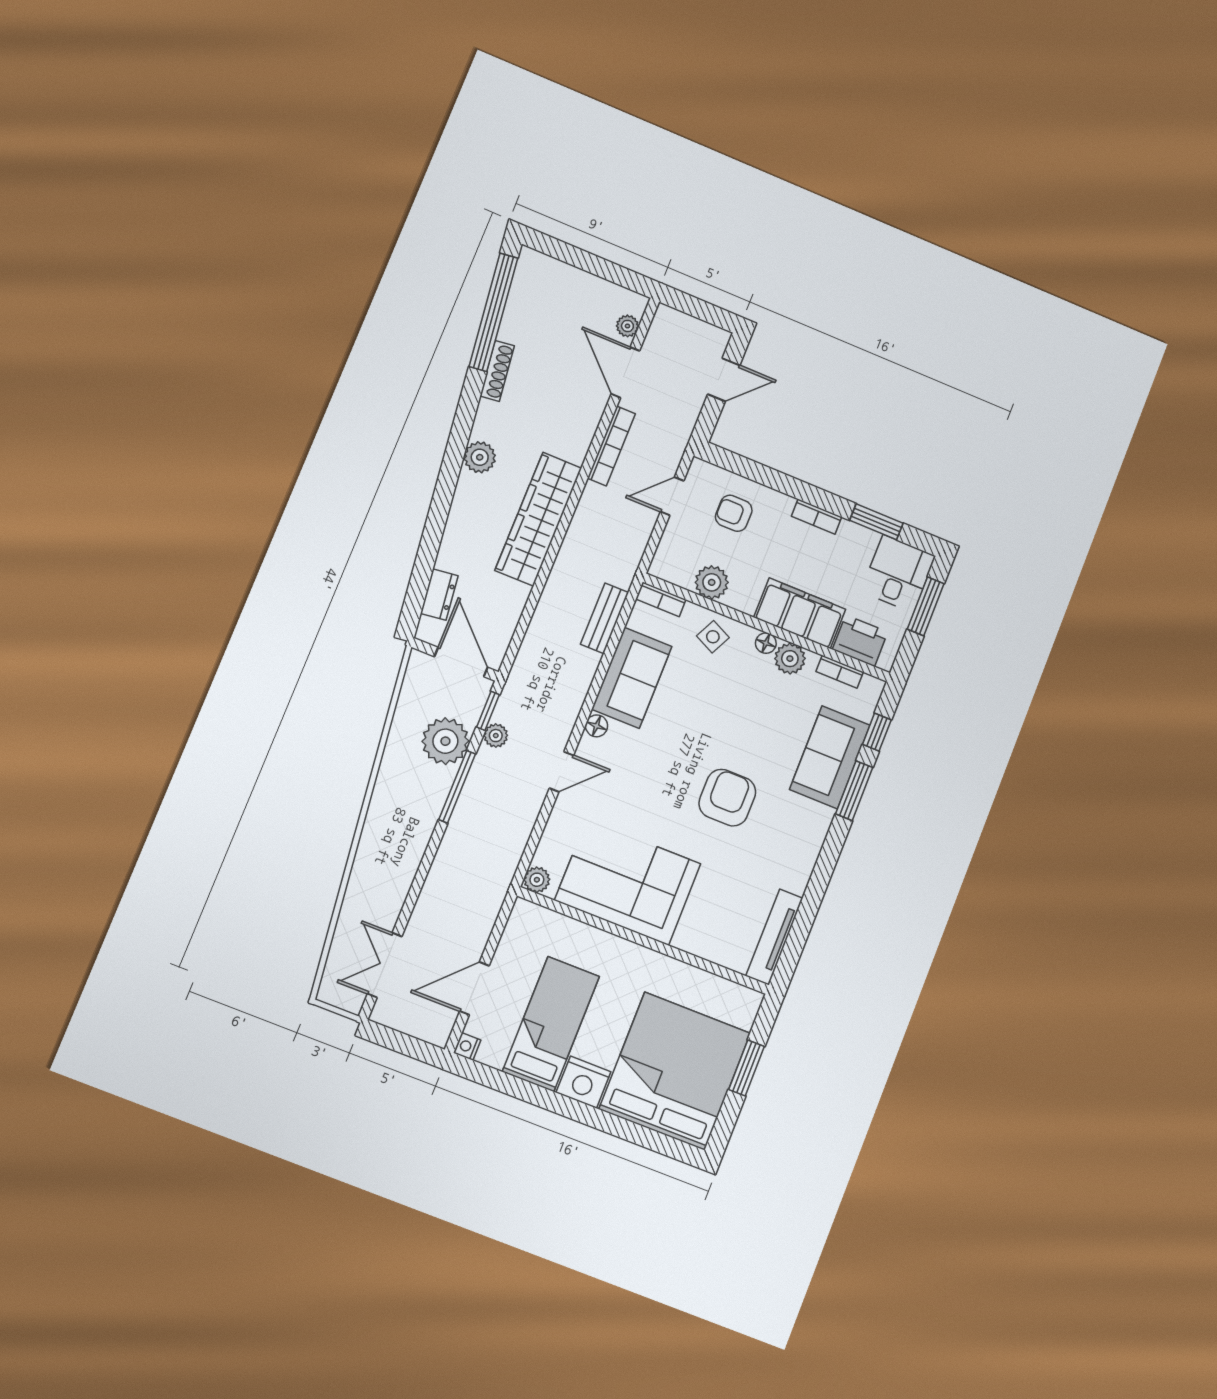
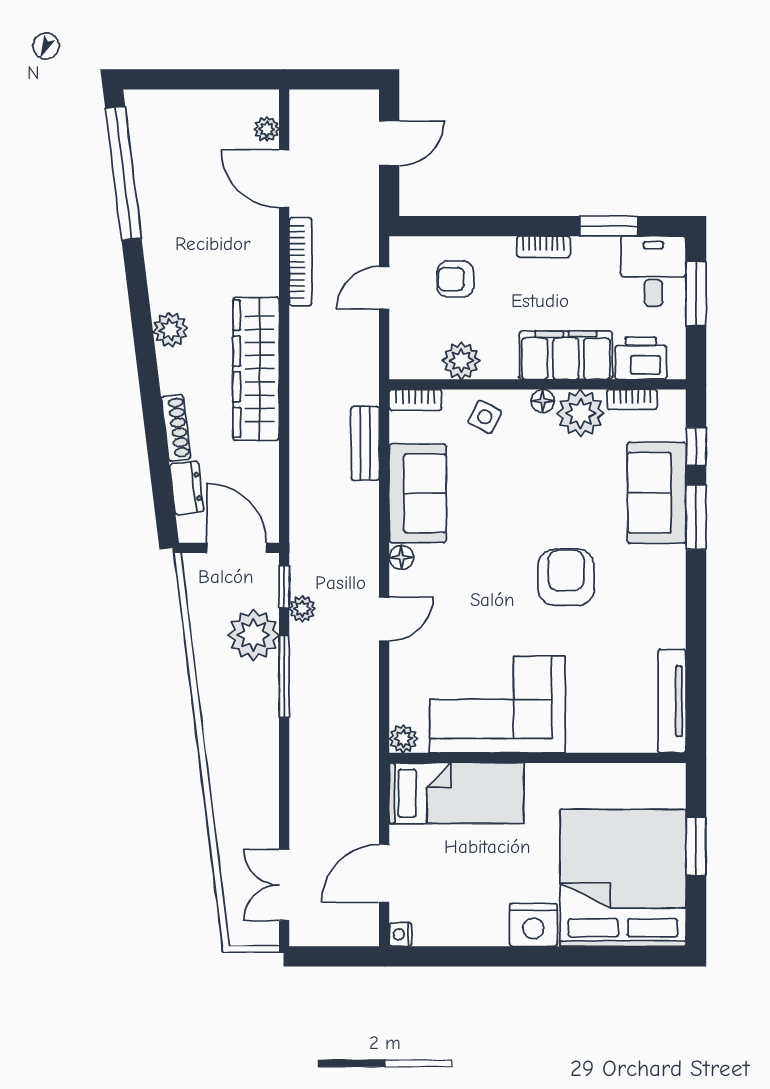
shoe rack: (497, 371) -> (176, 428), moved
plant: (790, 659) -> (581, 413), width x1.36, depth x1.36
bed: (551, 1024) -> (456, 793), moved, turned 90

